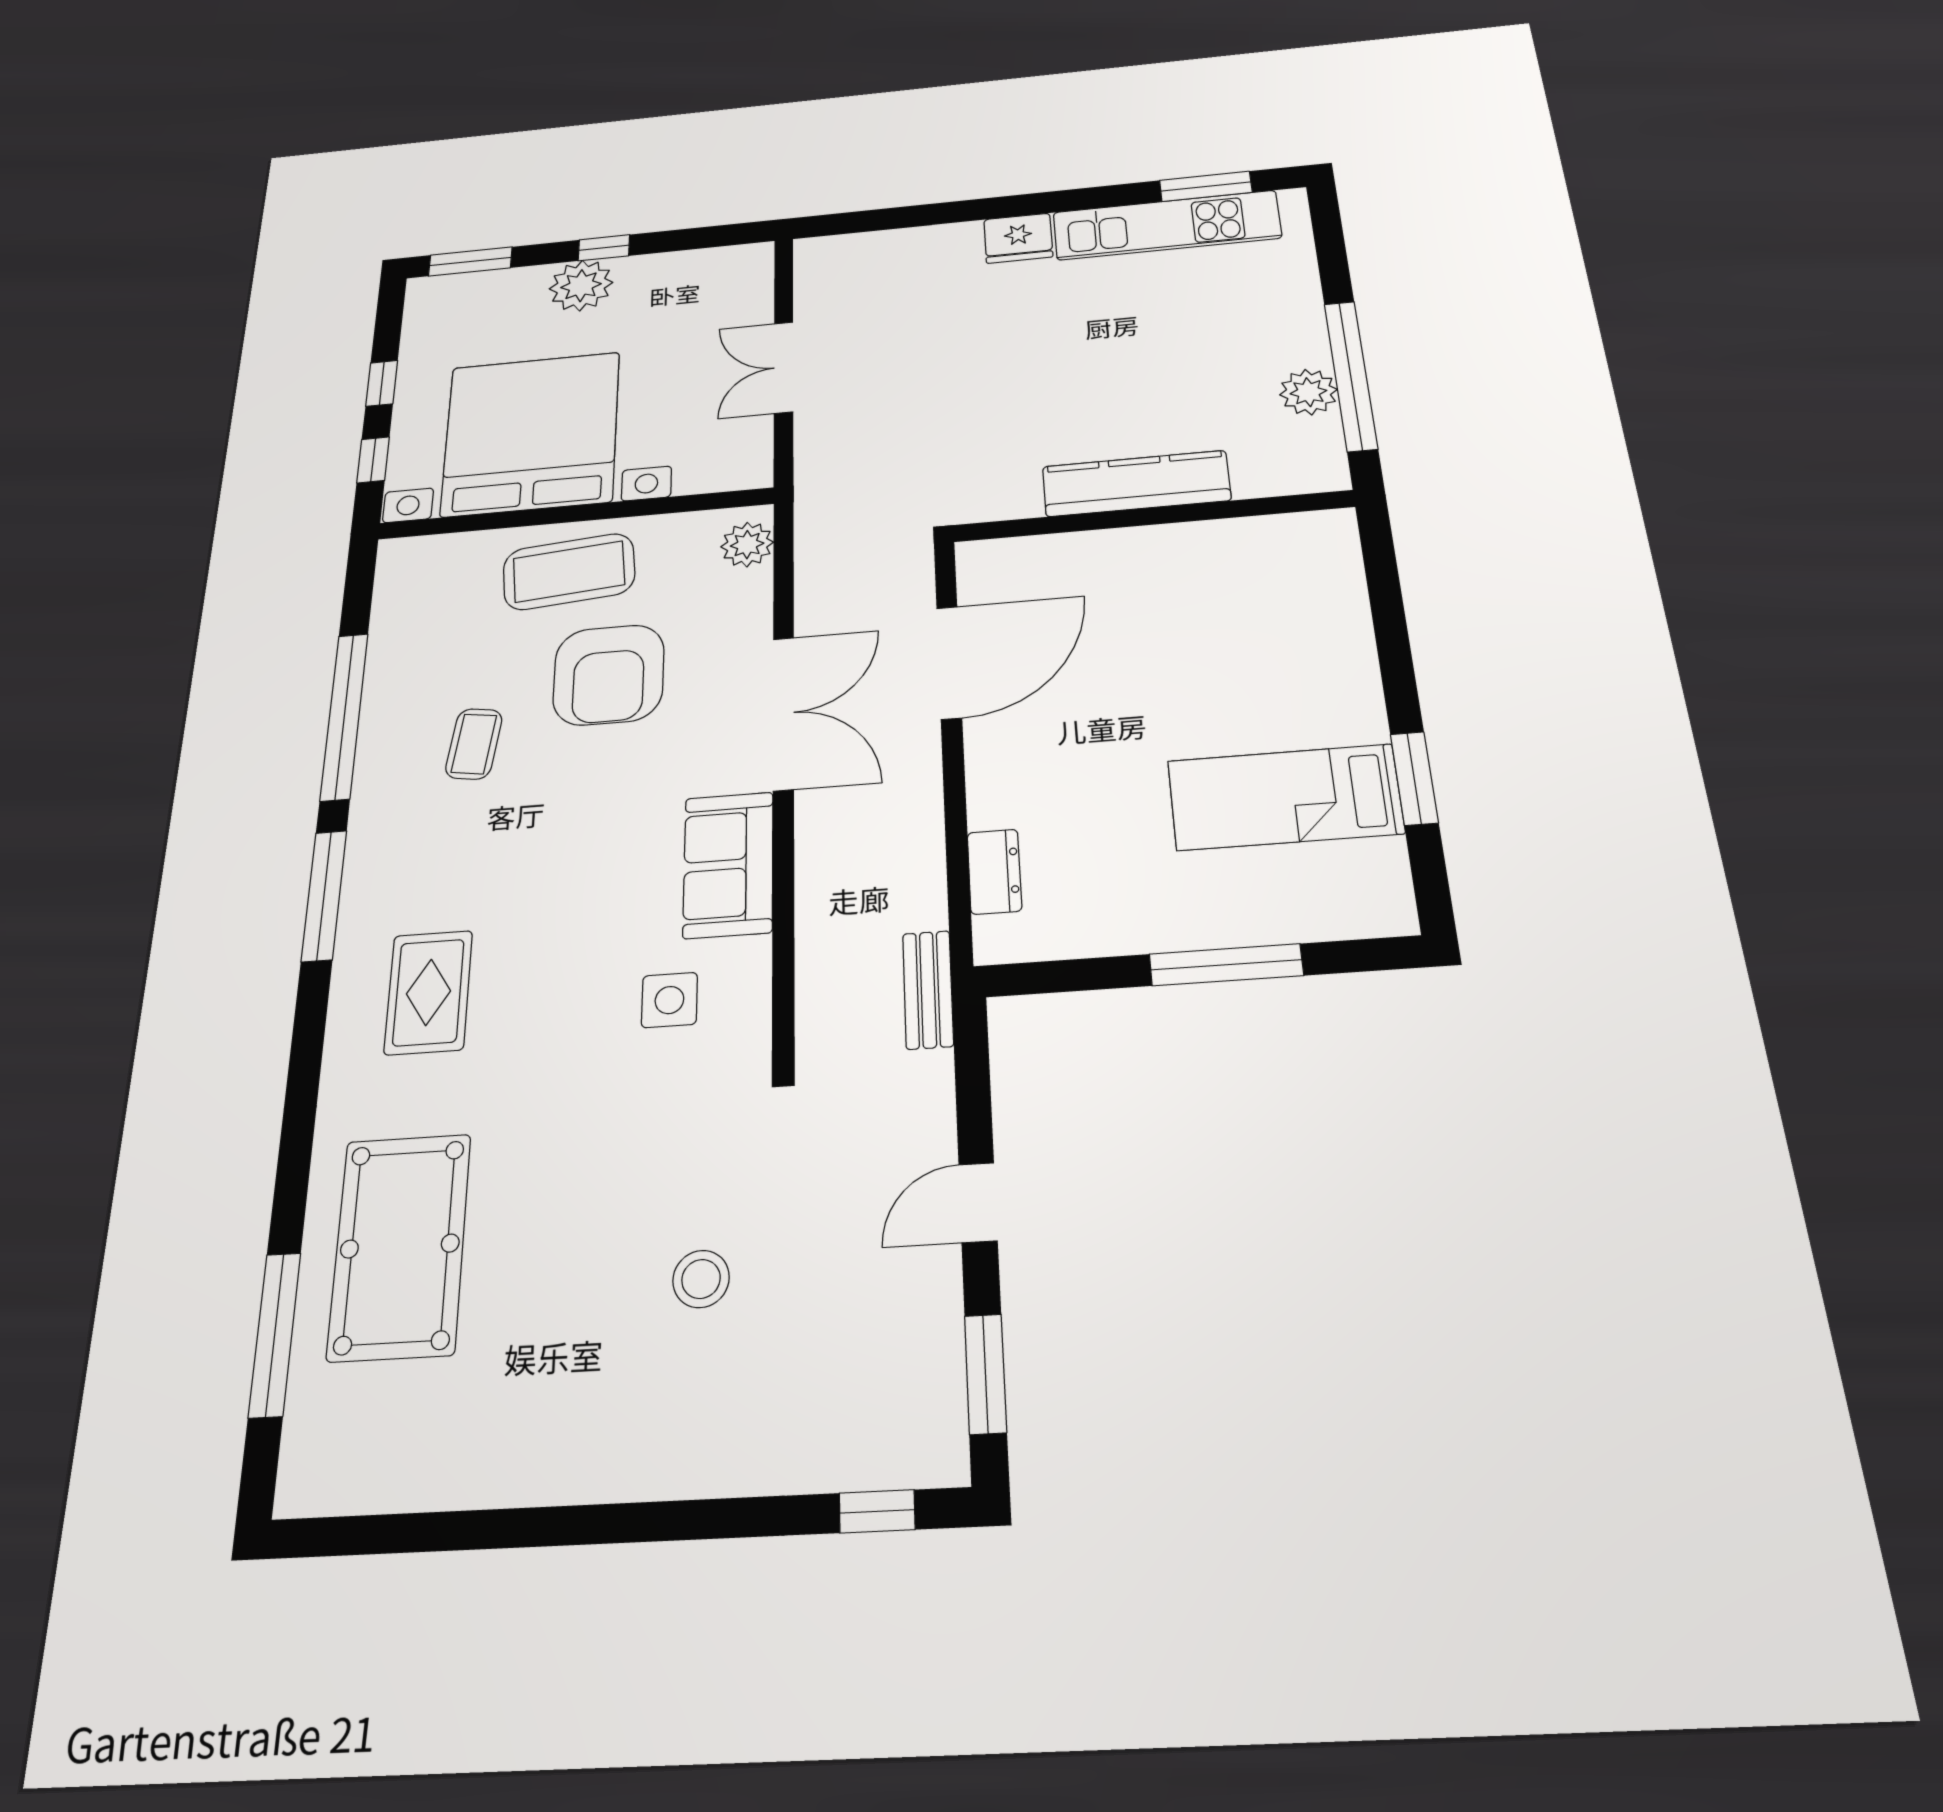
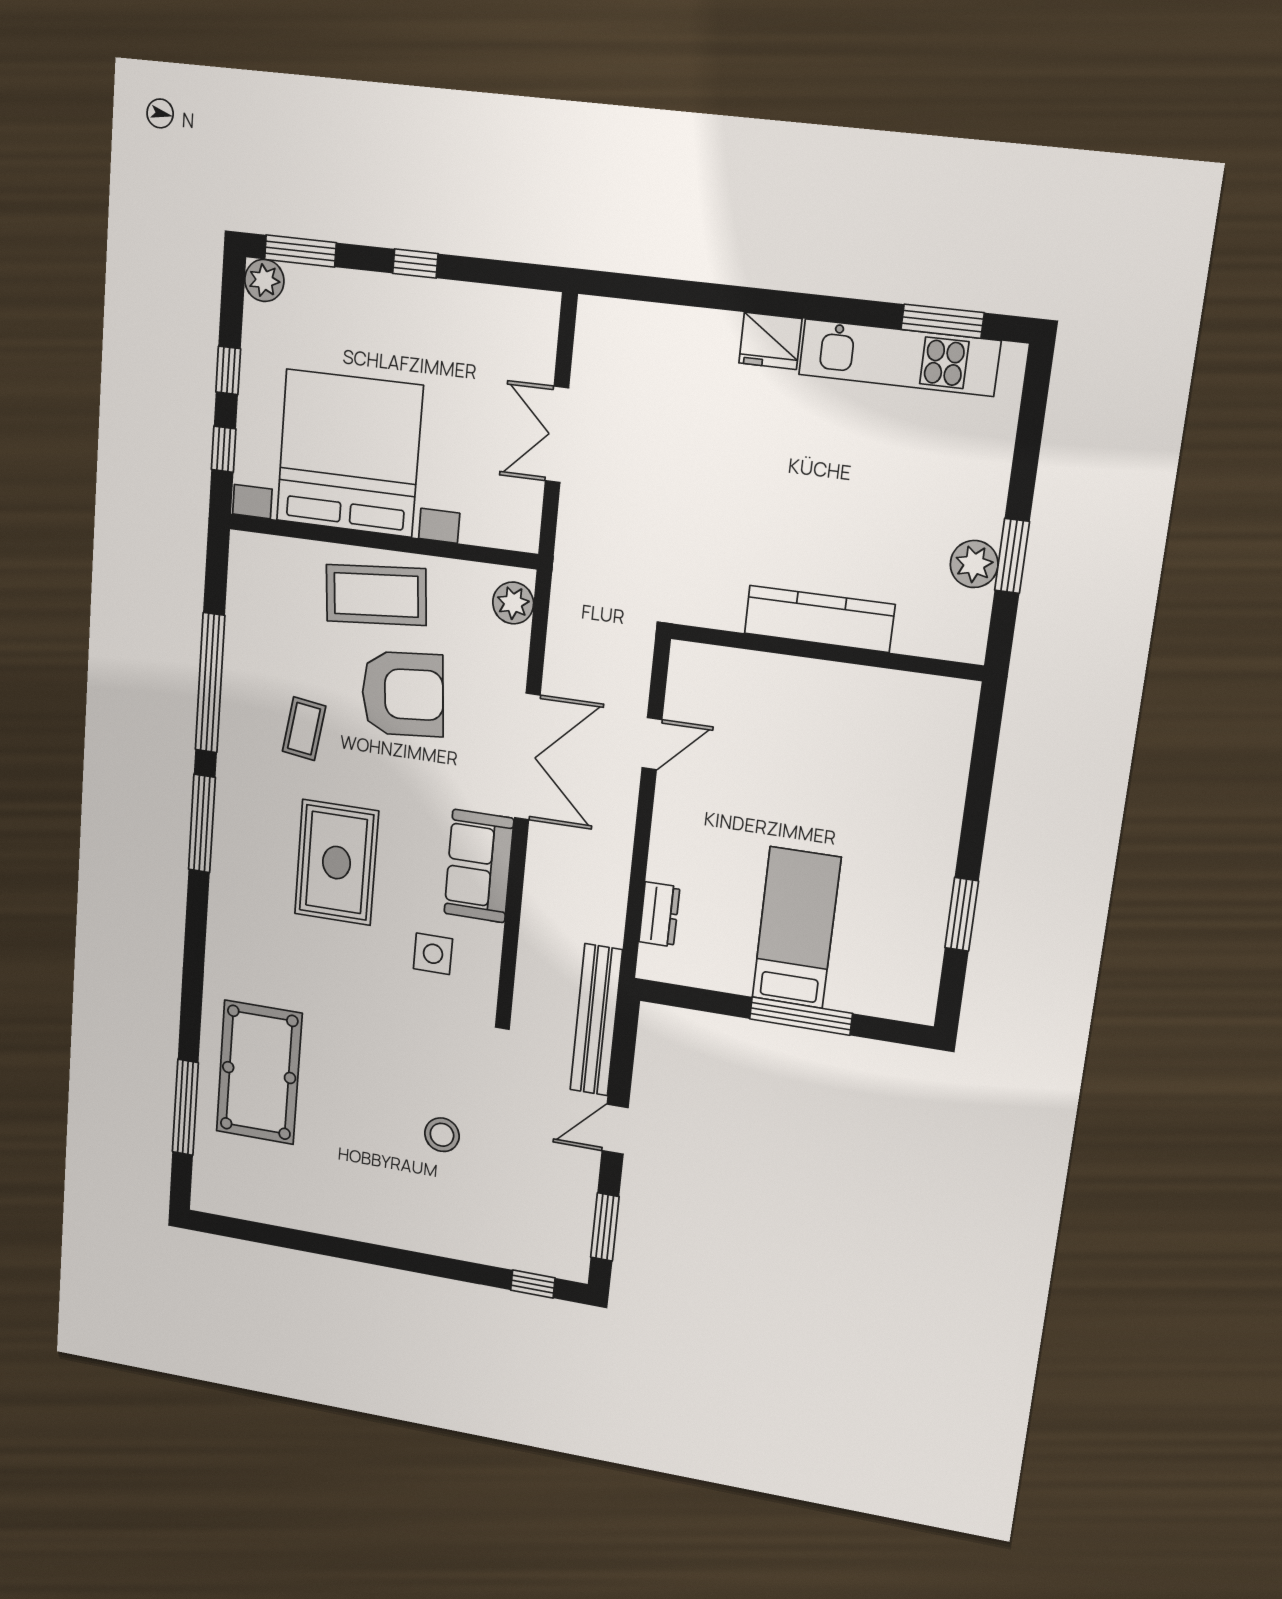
plant: (581, 286) -> (264, 280), moved, width x0.73, depth x0.73
window: (1351, 376) -> (1012, 556), width x0.47
door: (949, 663) -> (652, 744), width x0.53
armchair: (609, 675) -> (403, 694), turned -95
bed: (1285, 797) -> (796, 928), moved, turned 90
bench: (928, 990) -> (596, 1020), width x1.86, depth x1.21
rug: (428, 992) -> (336, 863), moved, width x1.36, depth x1.43

